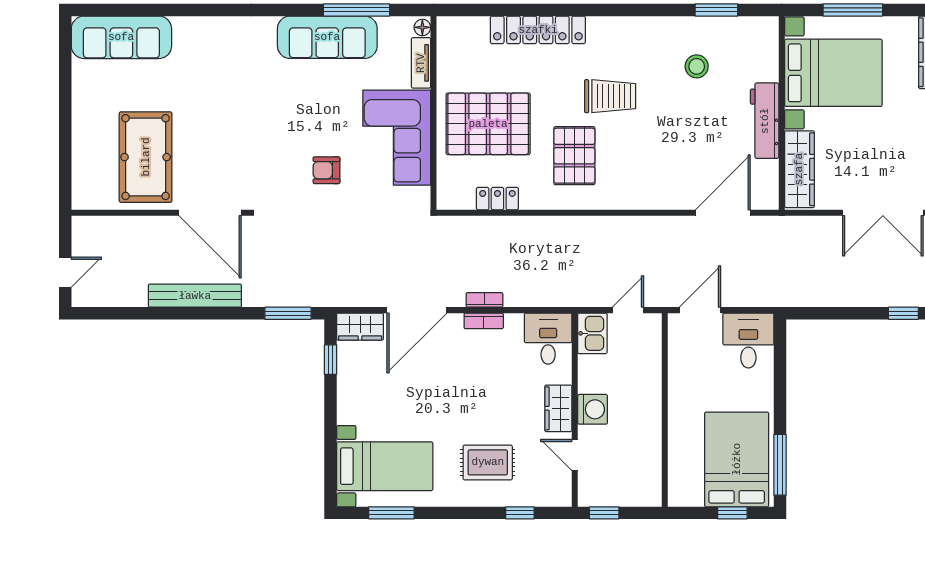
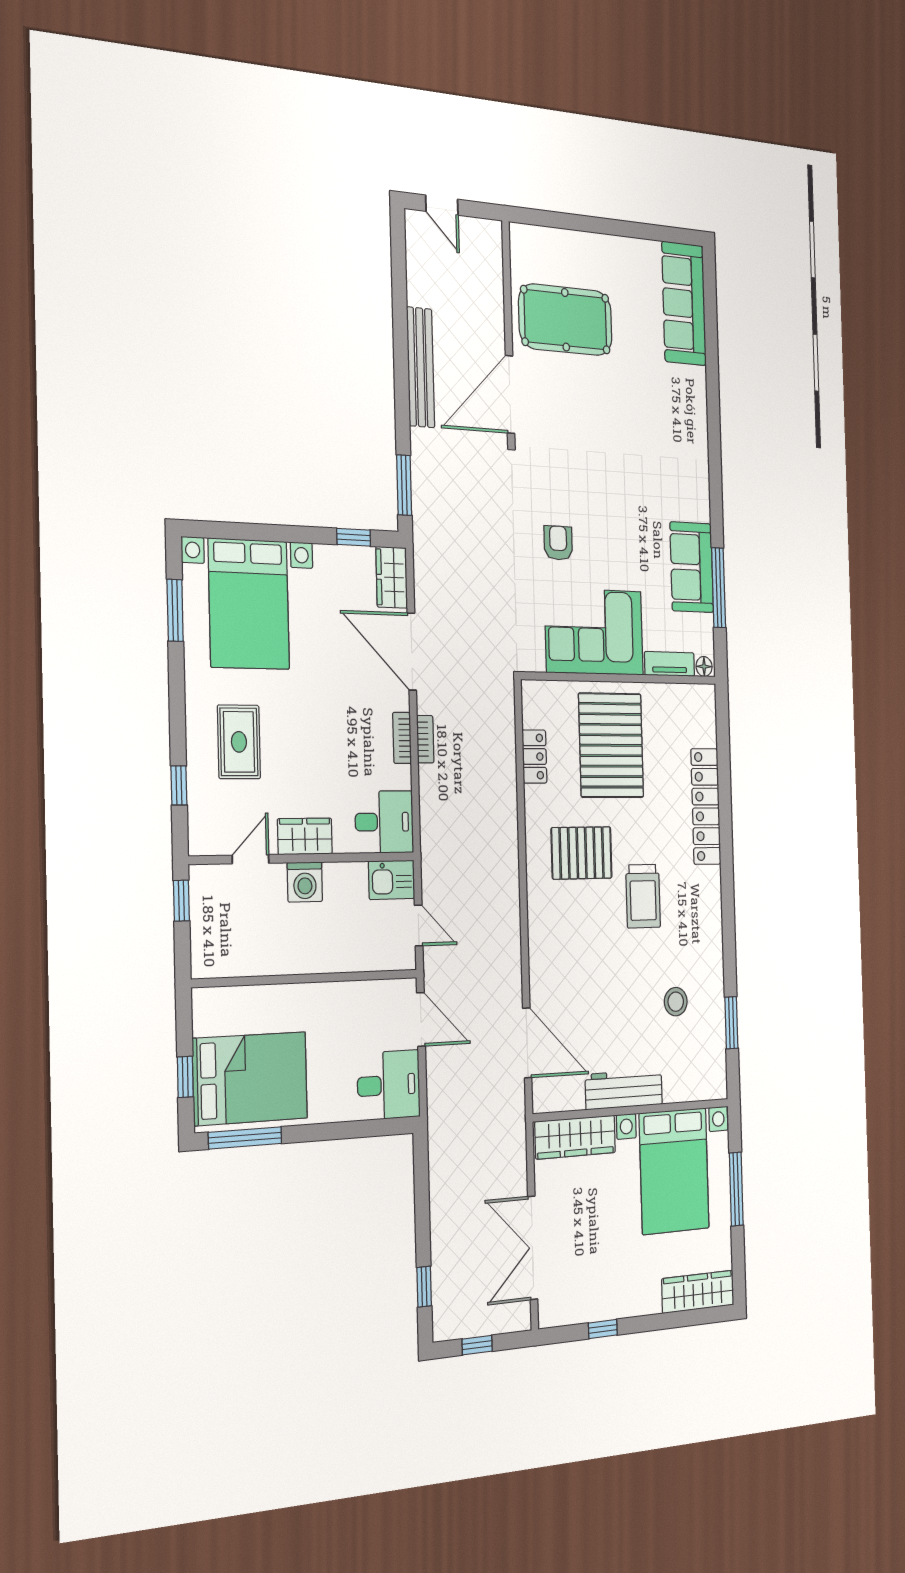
sofa: (327, 37) -> (692, 567), width x0.73
bed with nightstands: (385, 466) -> (249, 604), width x1.36

